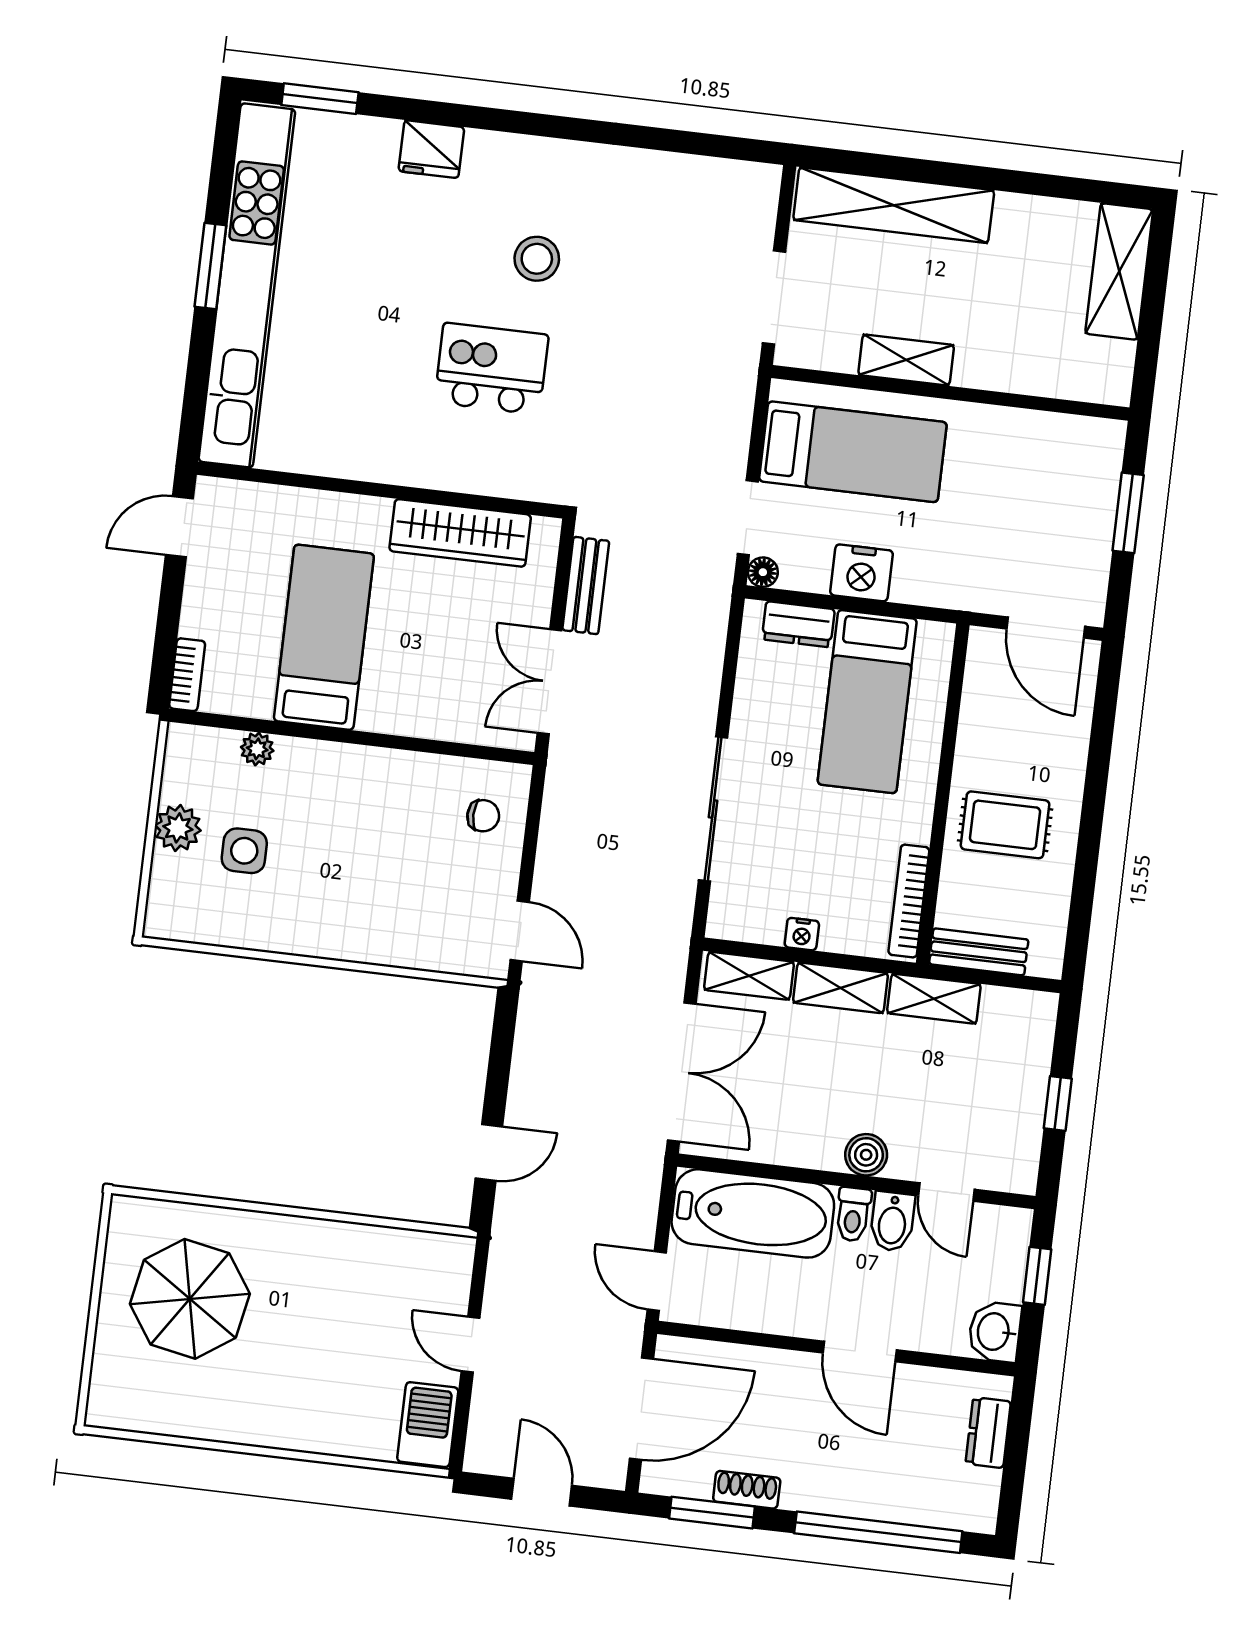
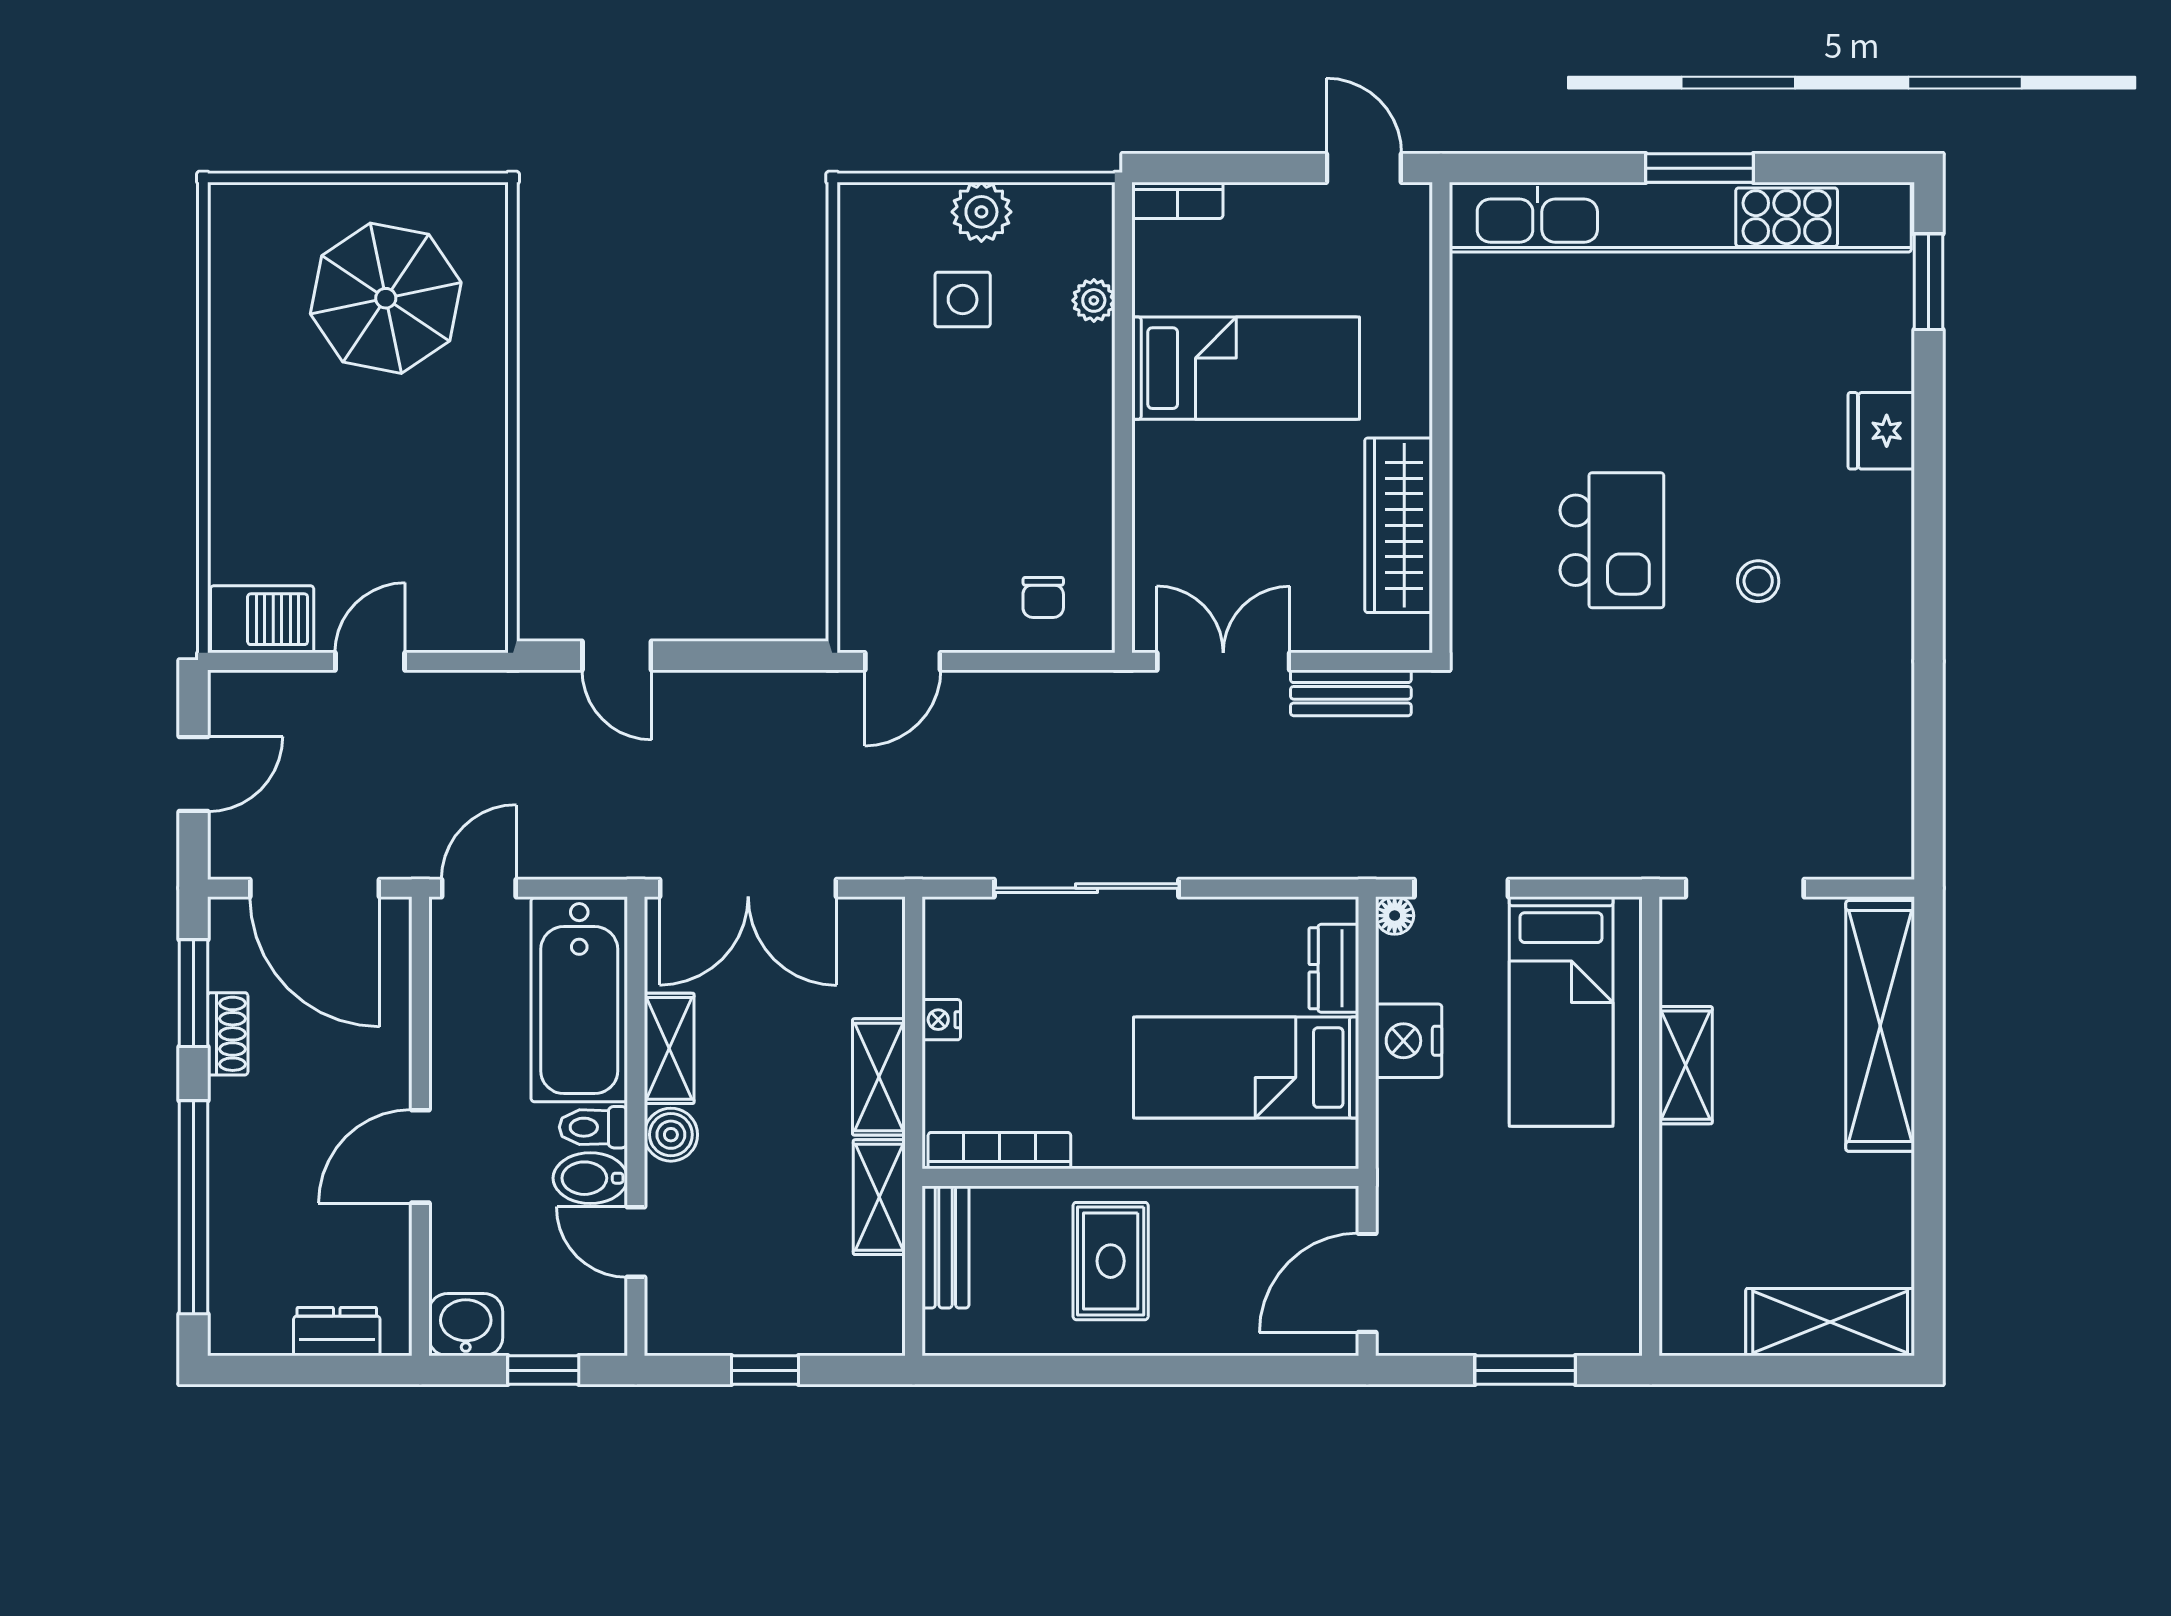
stool: (537, 259) -> (1758, 581), width x0.73, depth x0.73
shelving: (749, 976) -> (669, 1048), moved
door: (946, 1192) -> (636, 1242), hinge flipped

